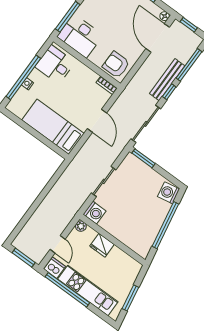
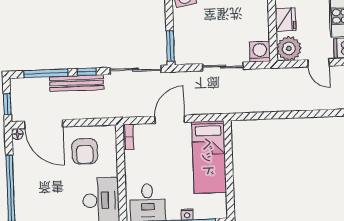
door: (158, 38) -> (44, 124), hinge flipped
armchair: (116, 65) -> (85, 151), moved
plant: (81, 226) -> (289, 49), width x1.87, depth x1.87
door: (58, 244) -> (319, 63), swing flipped

